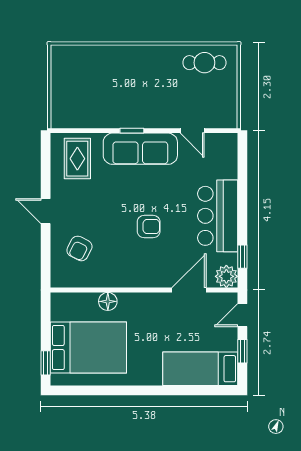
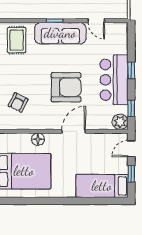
window: (242, 202) -> (131, 70), added
armchair: (149, 227) -> (66, 87), width x1.88, depth x1.88
door: (189, 290) -> (74, 131), moved

